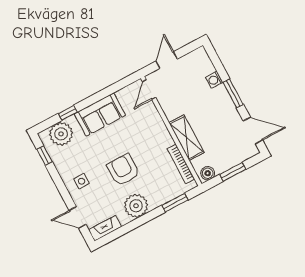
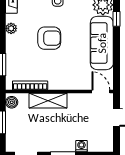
sofa: (100, 115) -> (102, 43), width x1.36
plant: (136, 206) -> (11, 28), width x0.53, depth x0.53

